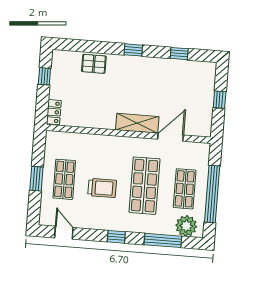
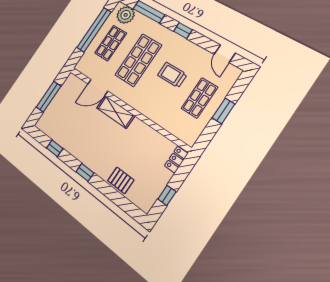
window: (220, 100) -> (49, 97), width x2.17

